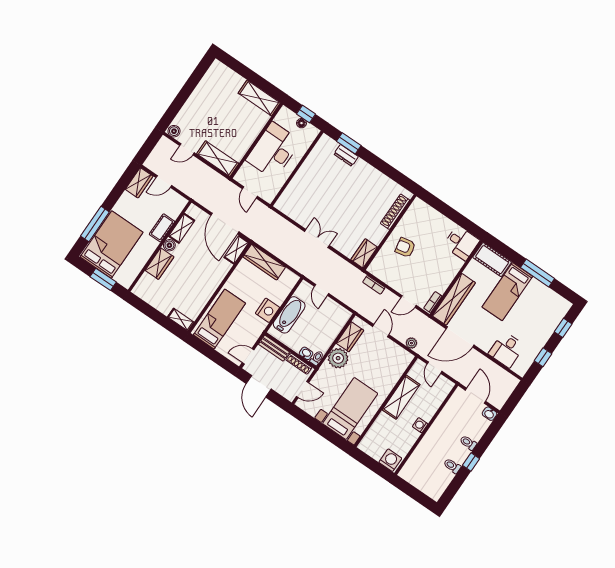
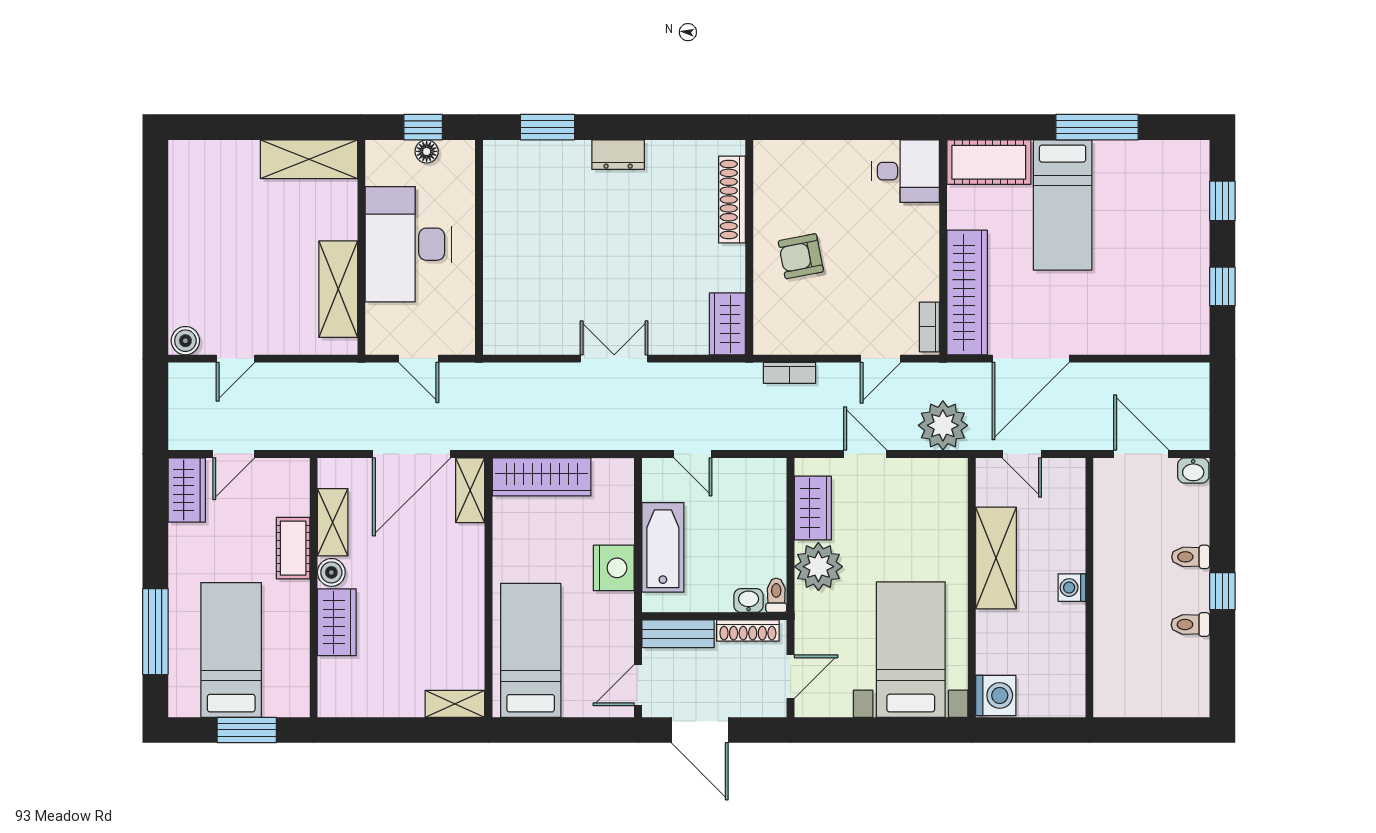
dresser: (346, 155) -> (618, 155), moved
shelving: (218, 159) -> (338, 289), moved, turned 90
door: (225, 223) -> (411, 454), hinge flipped
bed: (111, 245) -> (231, 650), width x0.67
plant: (411, 343) -> (943, 425), width x1.87, depth x1.87
desk: (507, 350) -> (1140, 321), removed
washing machine: (390, 460) -> (996, 695), moved, turned 90

